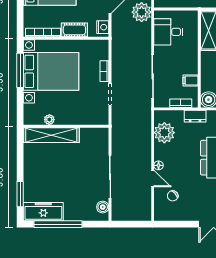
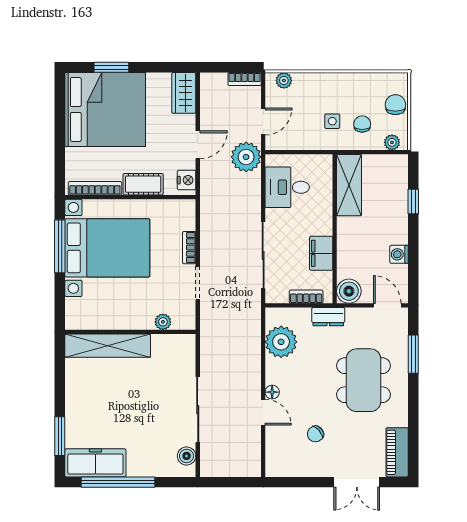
filing cabinet: (190, 80) -> (321, 253), width x2.00
plant: (49, 120) -> (163, 322), moved
chair: (173, 196) -> (315, 434), moved

